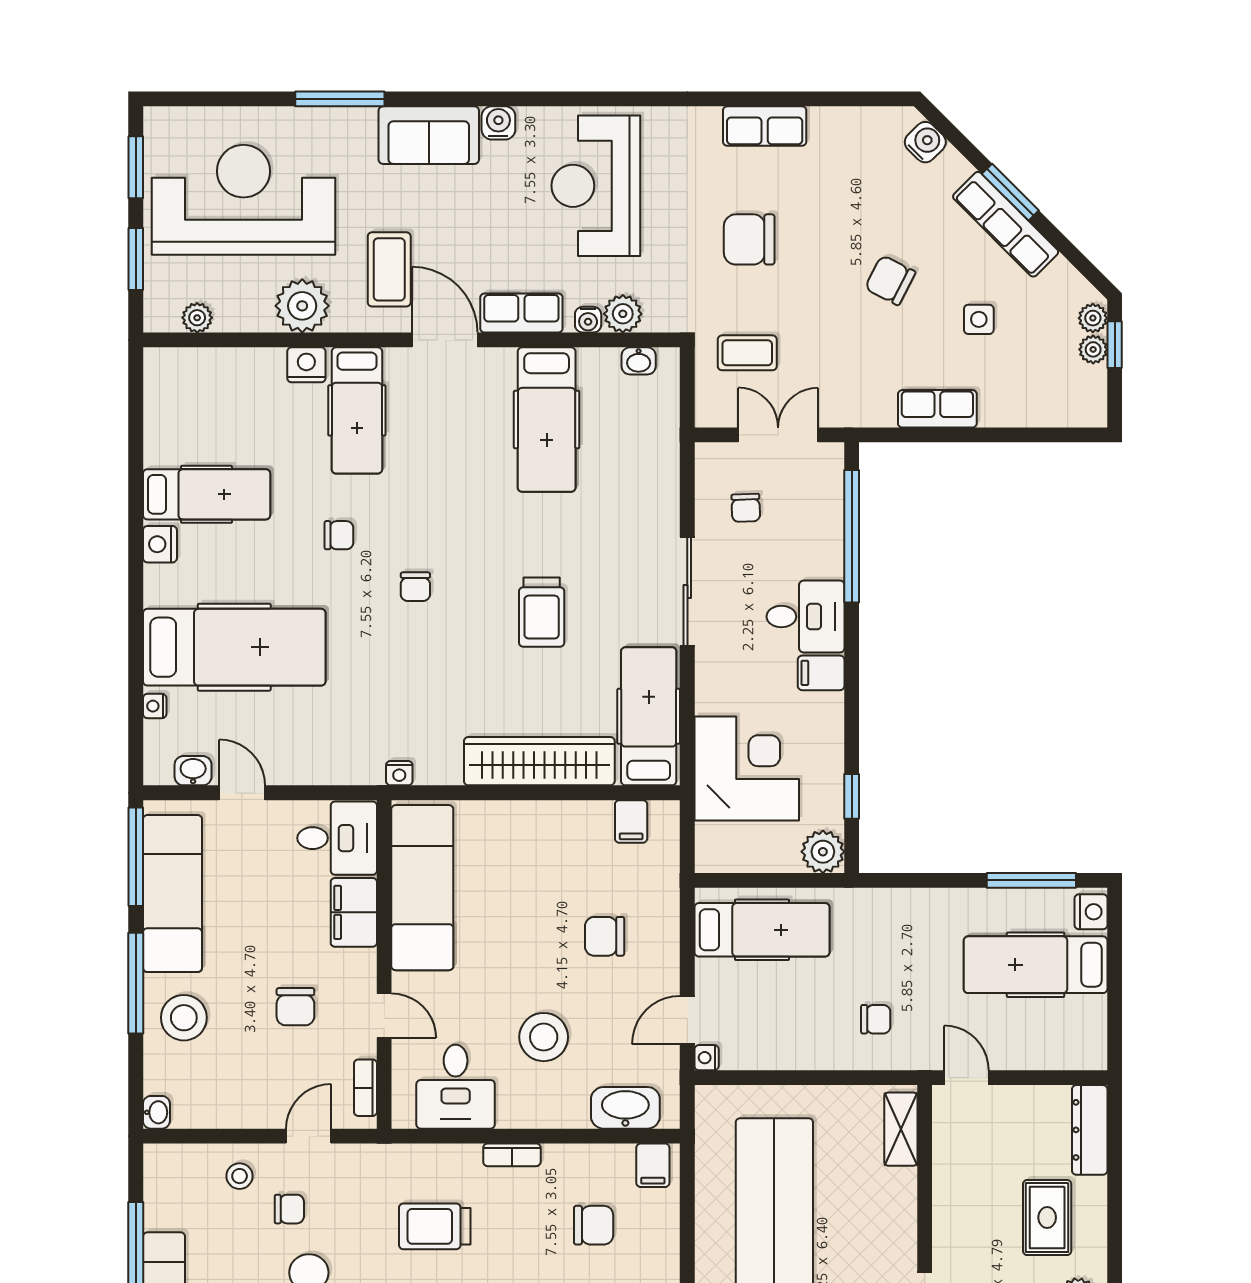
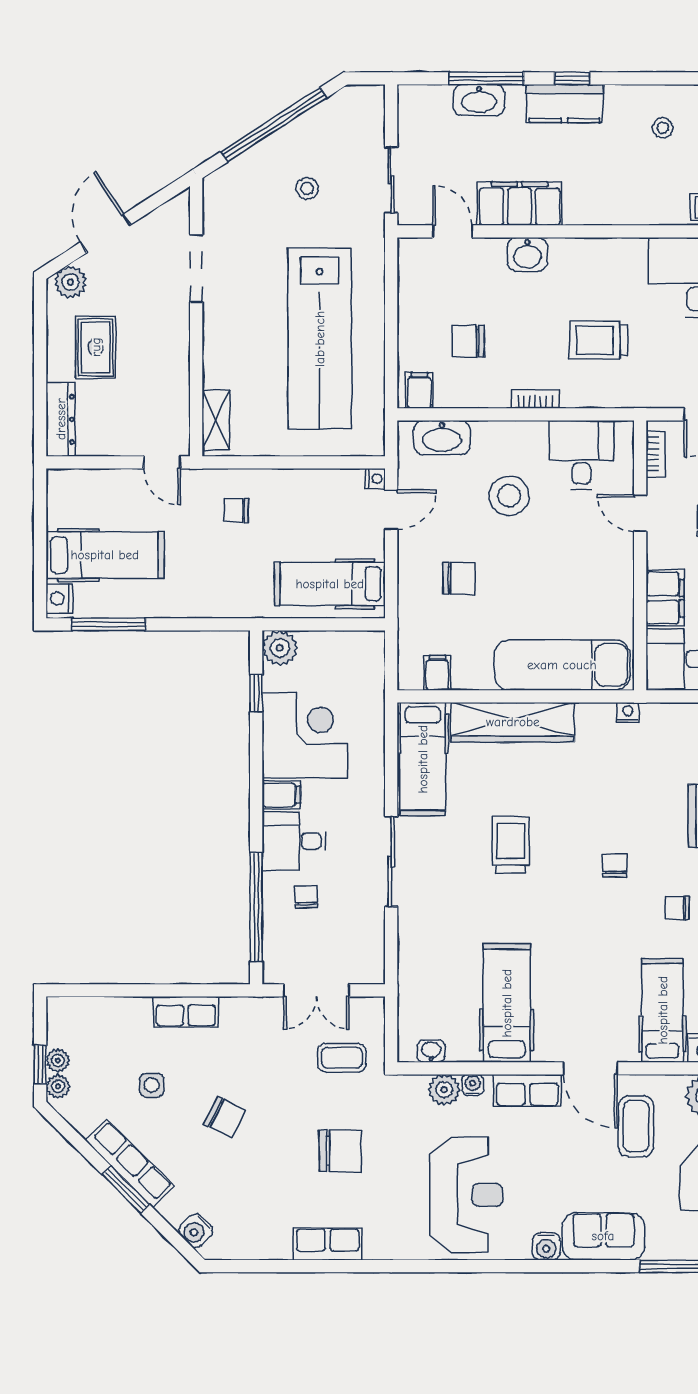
chair: (746, 508) -> (306, 897), moved
corner desk: (747, 768) -> (305, 735), moved, turned 180
exam couch: (422, 888) -> (562, 665), moved, turned 90
trolley: (435, 1226) -> (599, 340), turned 180

